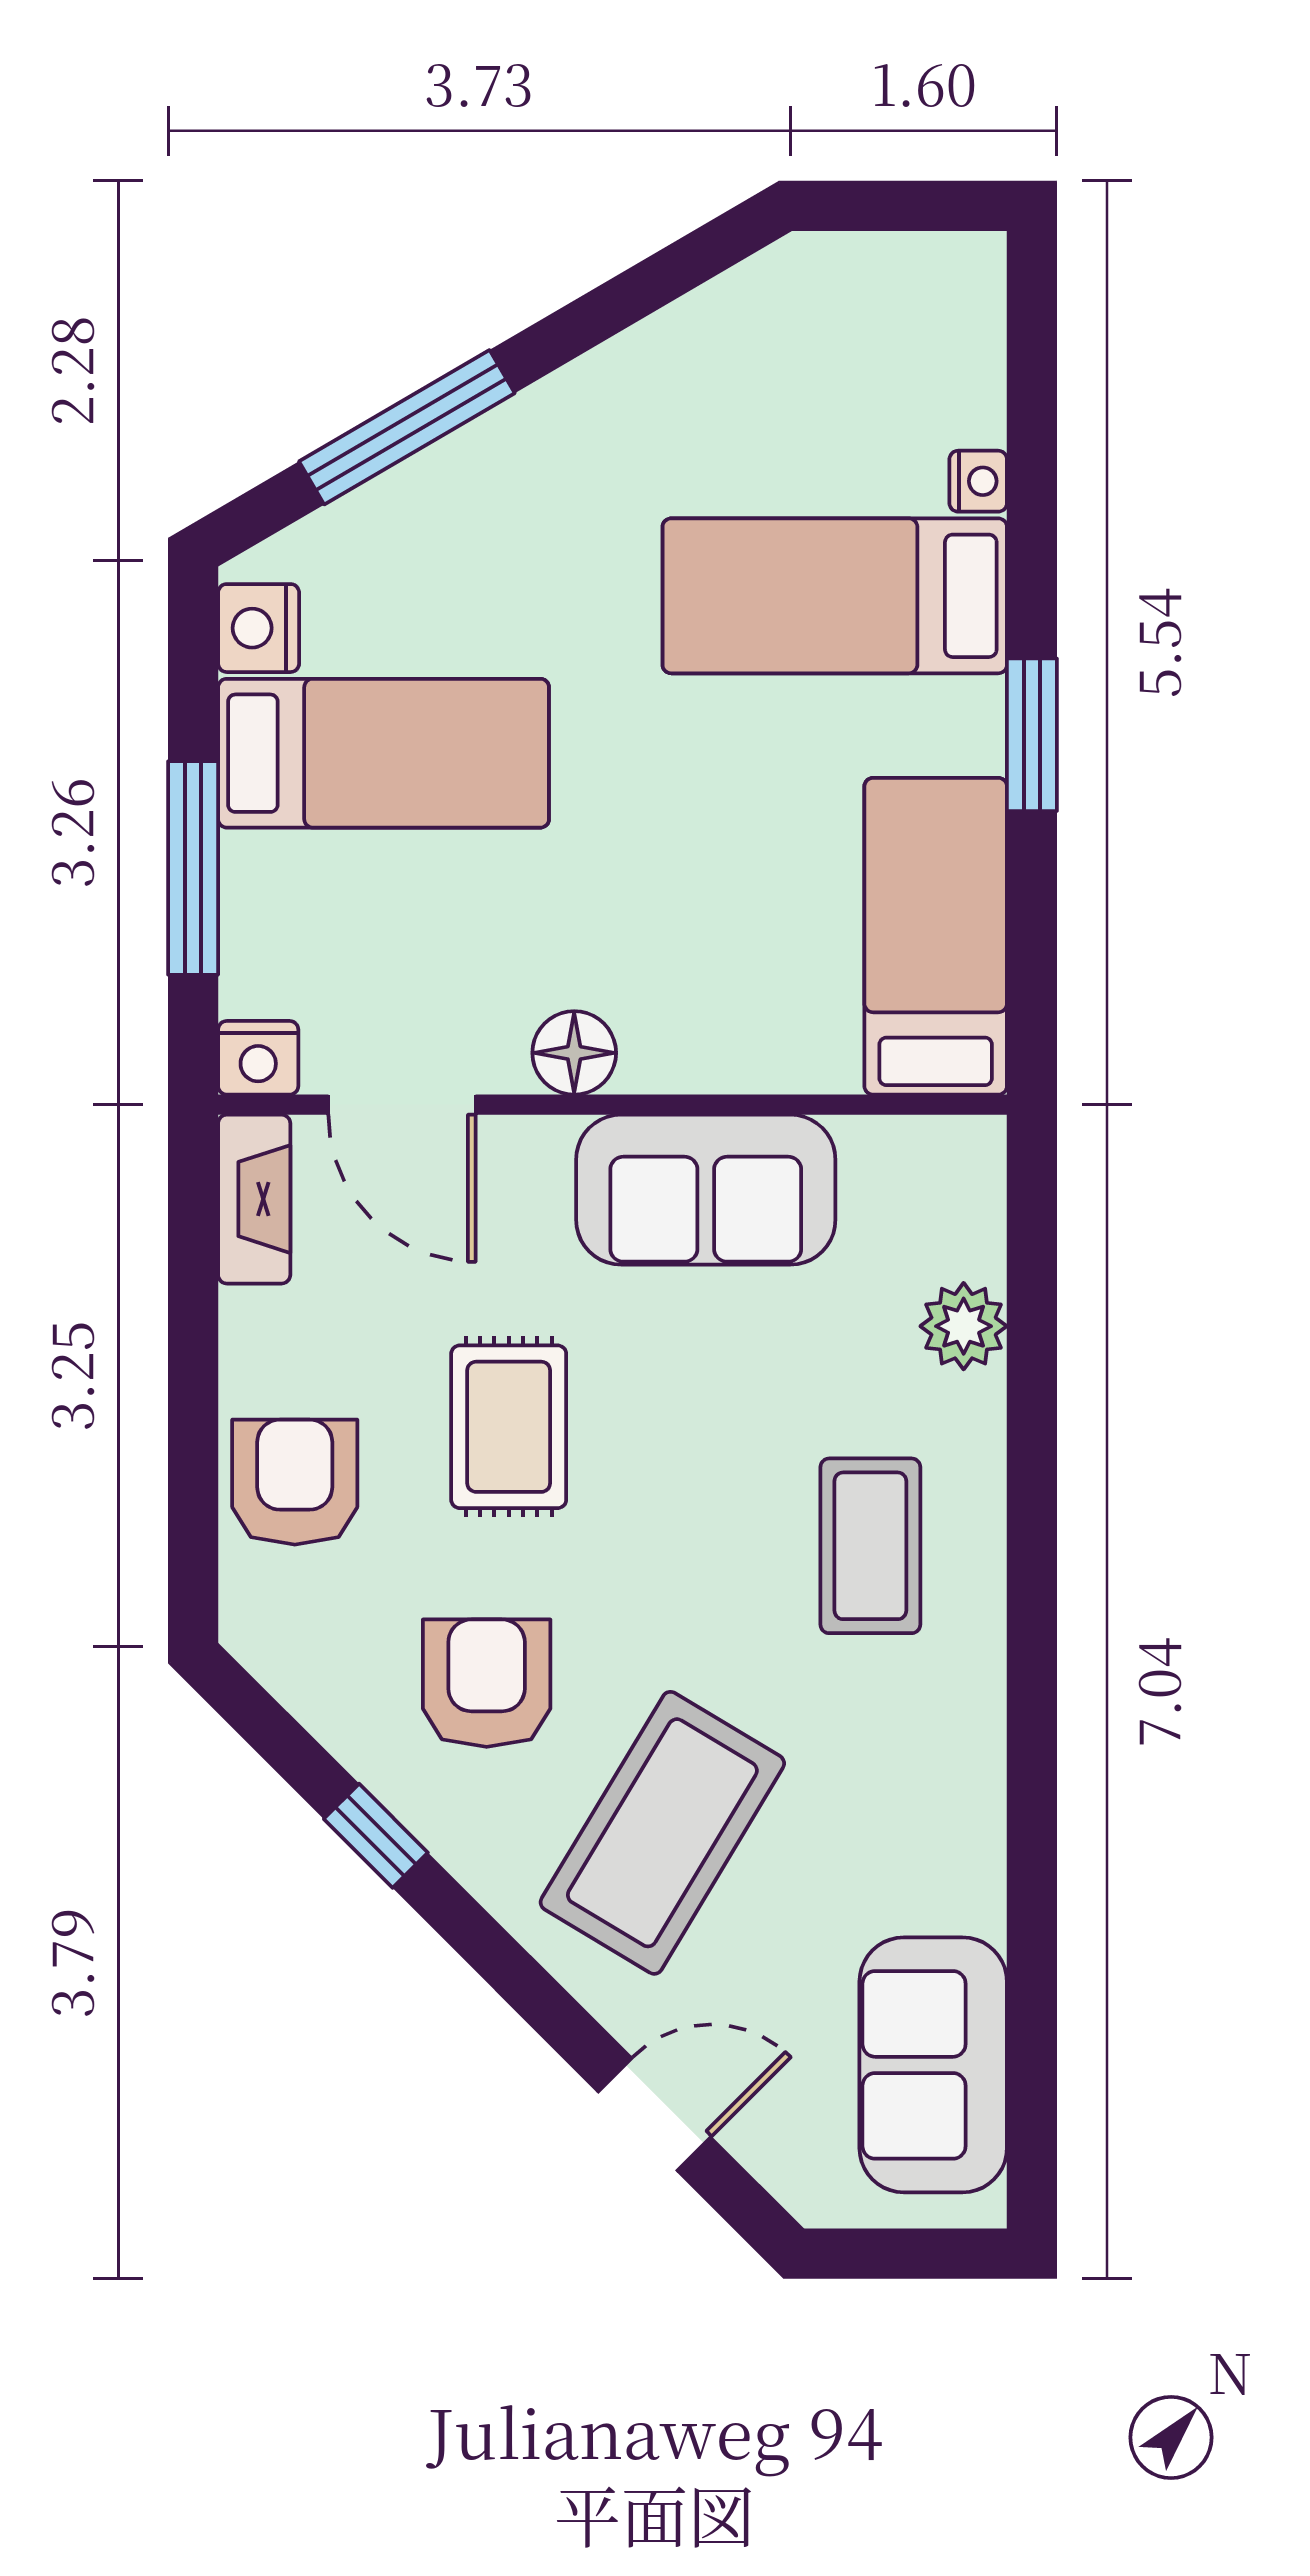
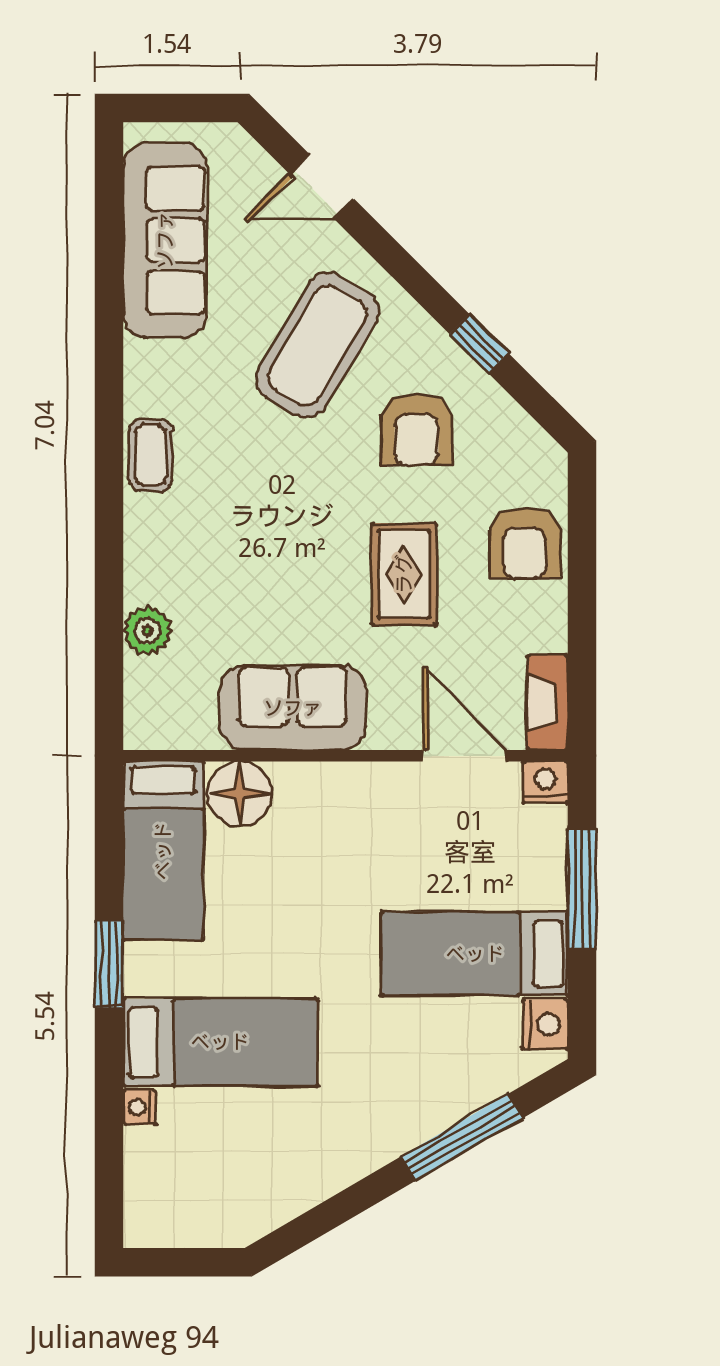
floor lamp: (574, 1053) -> (240, 794), moved, width x1.38, depth x1.38
coffee table: (870, 1546) -> (151, 455), moved, width x0.73, depth x0.77
sofa: (933, 2065) -> (165, 240), width x1.36

